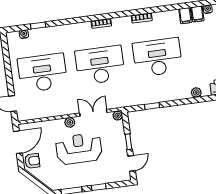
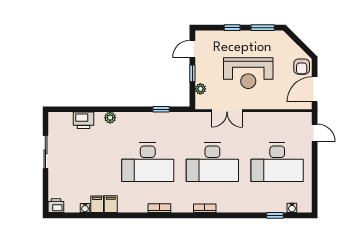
plant: (118, 116) -> (200, 89), moved
plant: (70, 122) -> (254, 103), removed
armchair: (32, 161) -> (302, 67), turned -90

